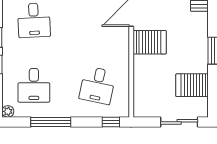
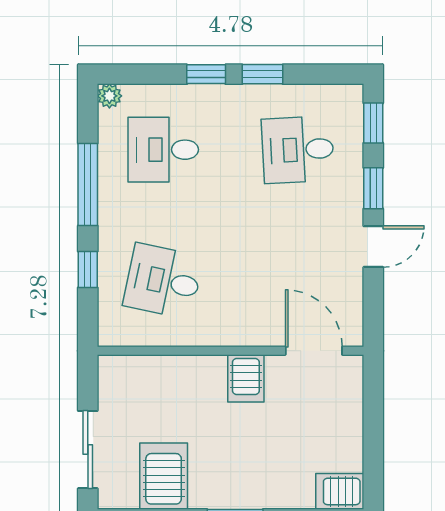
server rack: (150, 42) -> (246, 378), width x0.73, depth x0.70
window: (111, 122) -> (88, 269), moved

